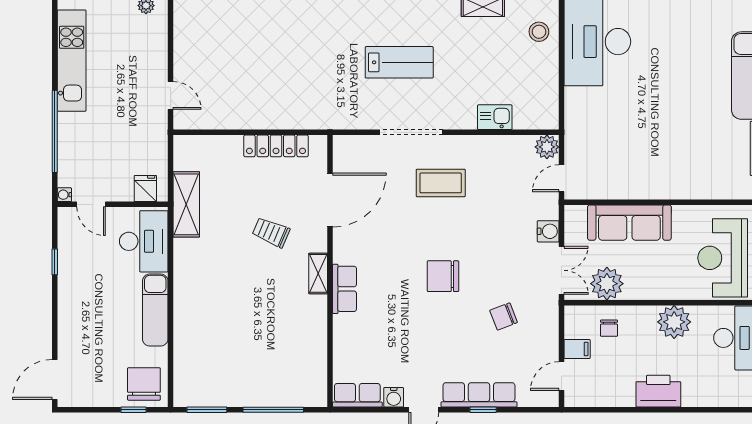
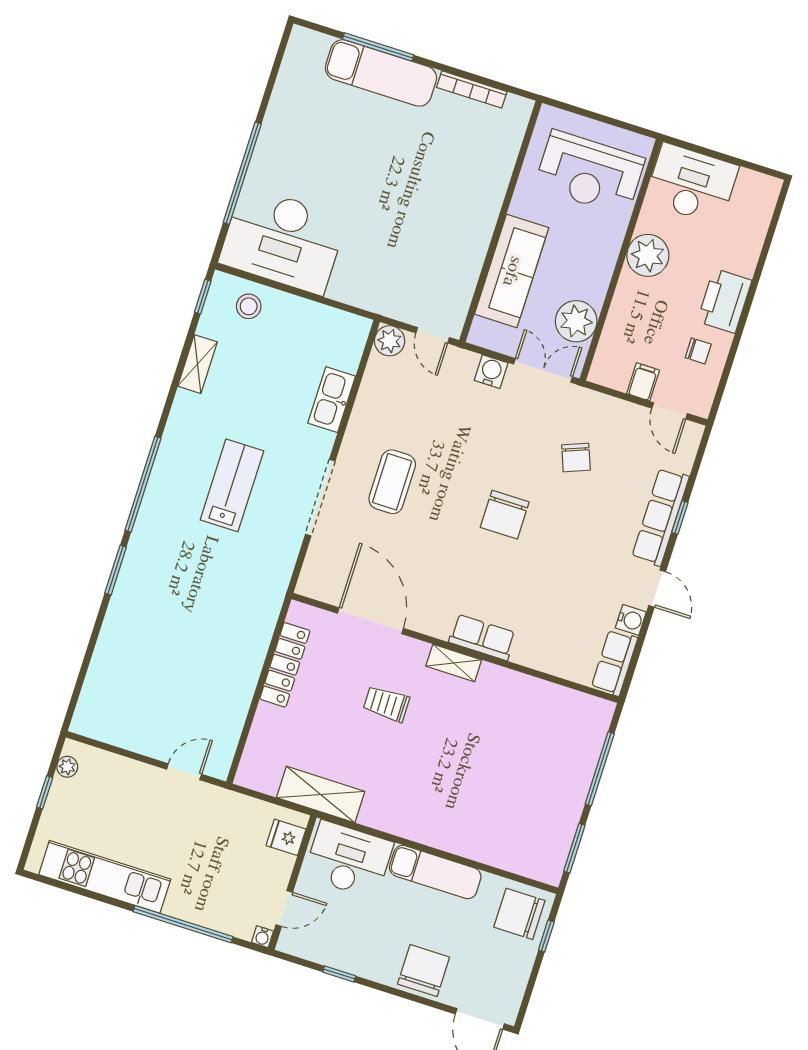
kitchen sink: (495, 117) -> (332, 400), width x1.38
trolley: (271, 232) -> (386, 704), turned 67
chair: (78, 325) -> (424, 971), added
chair: (609, 328) -> (698, 351), moved

